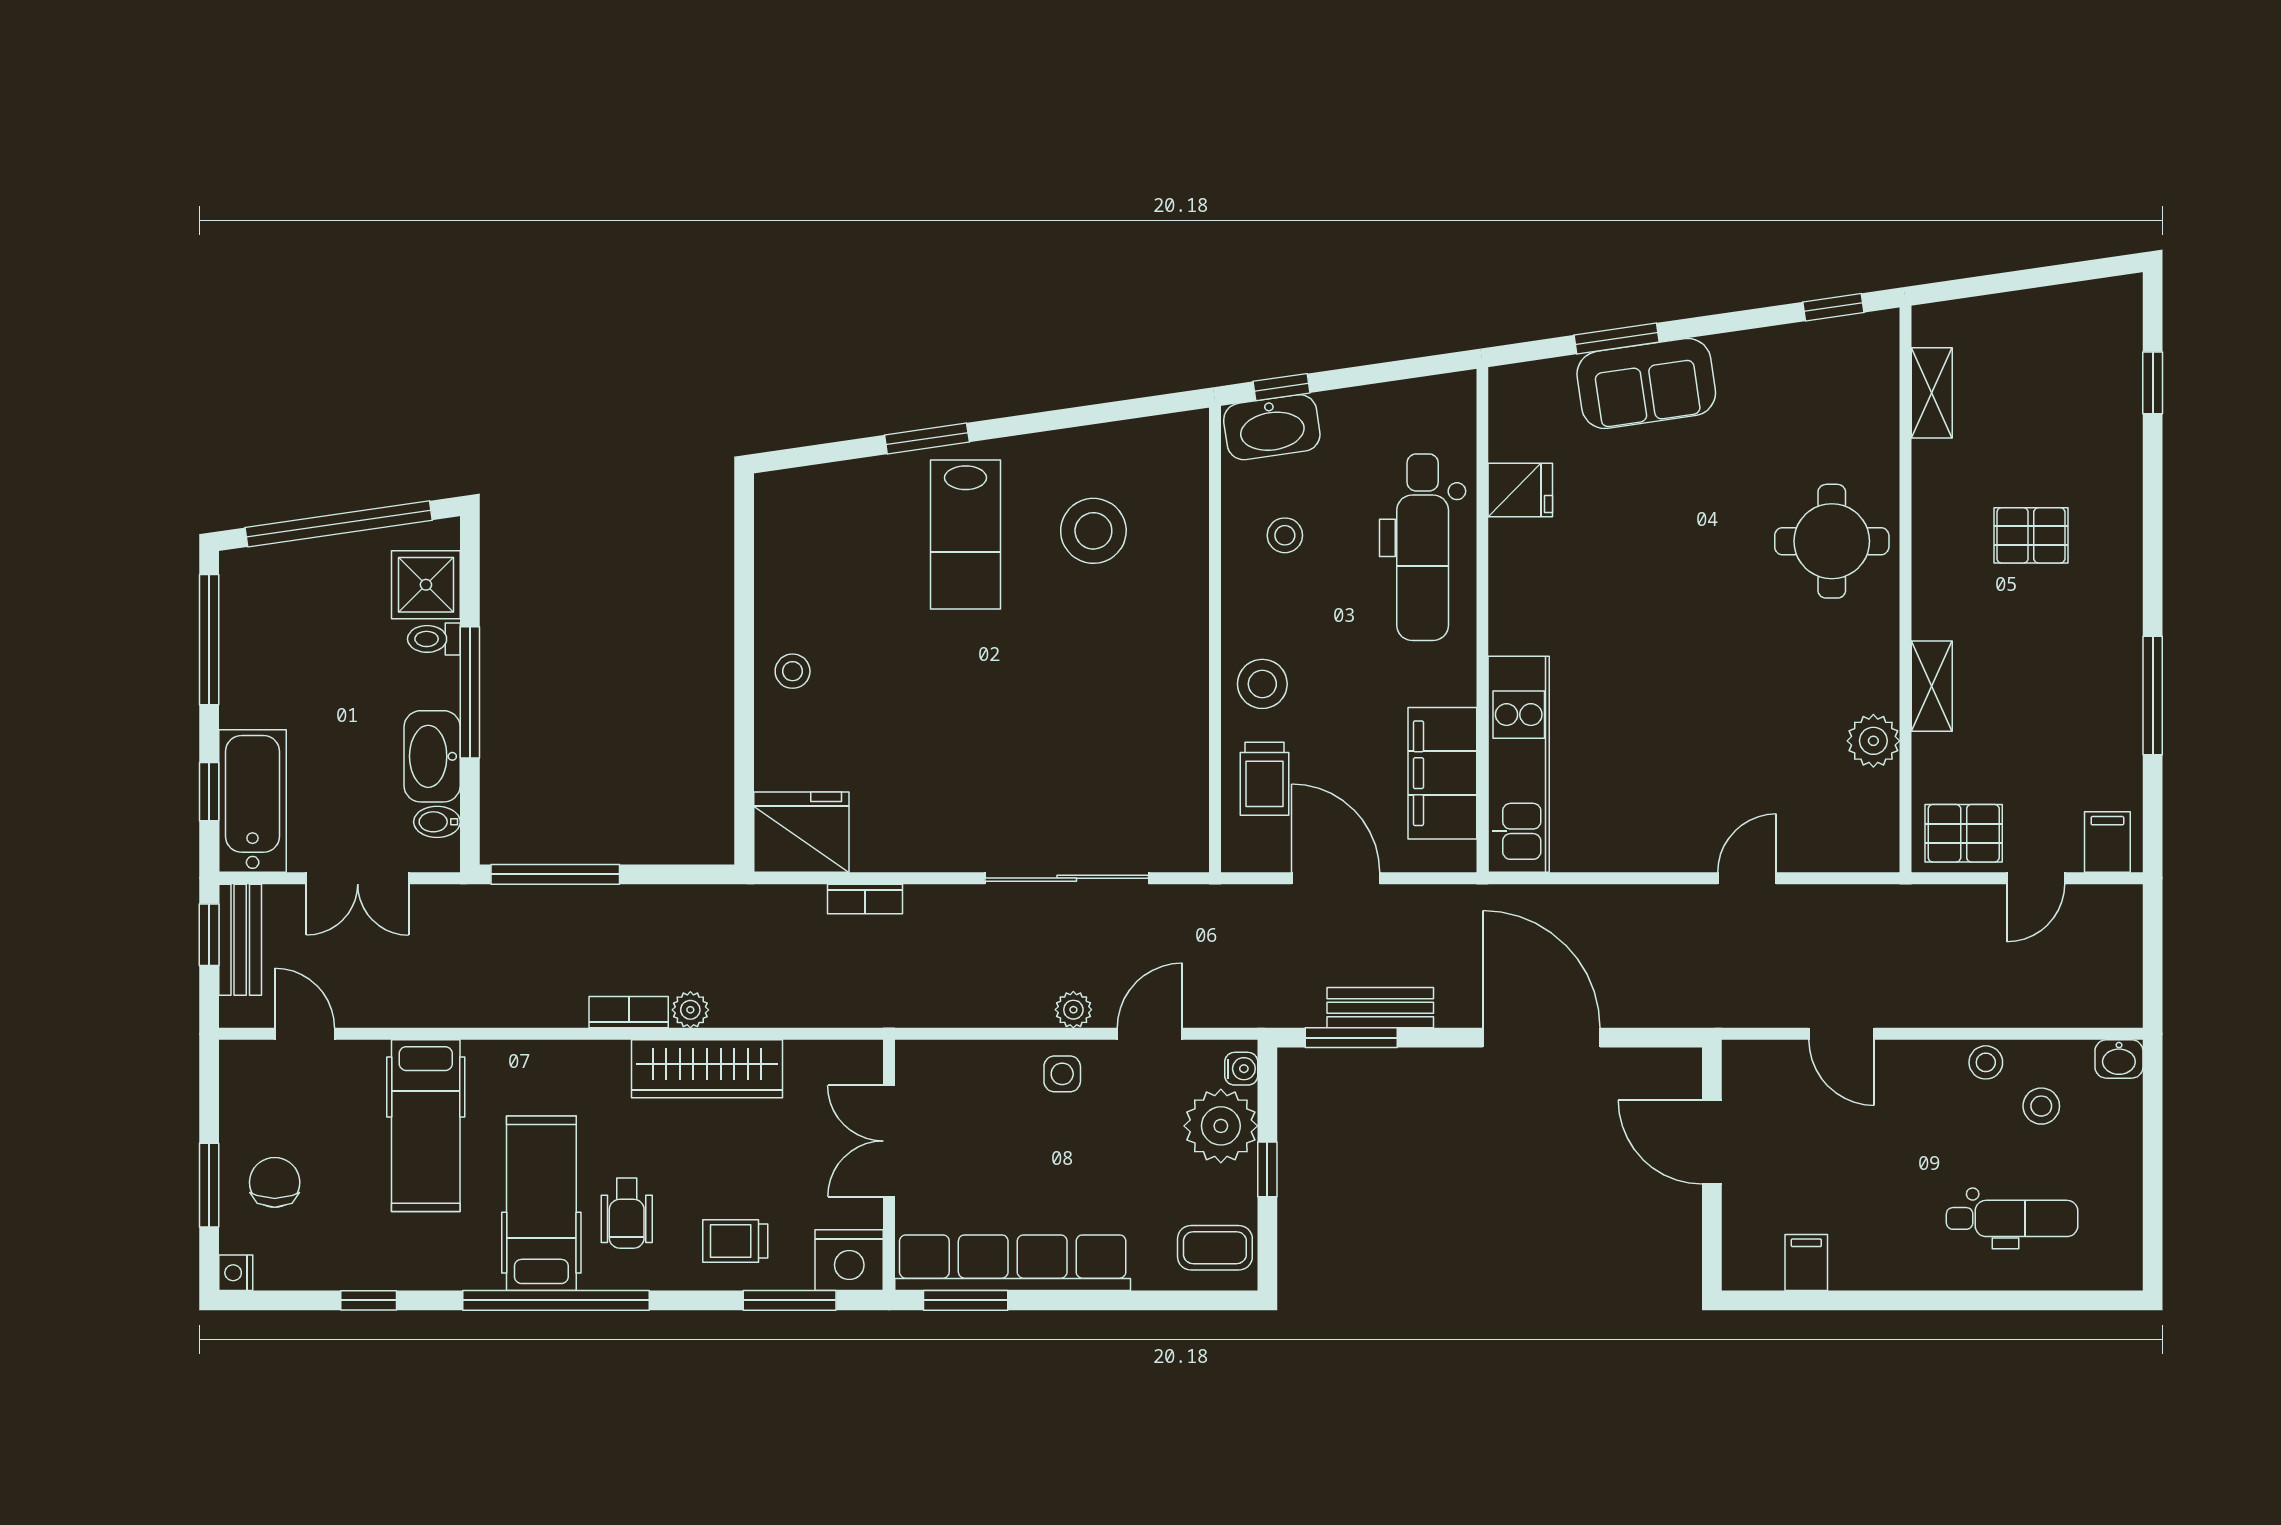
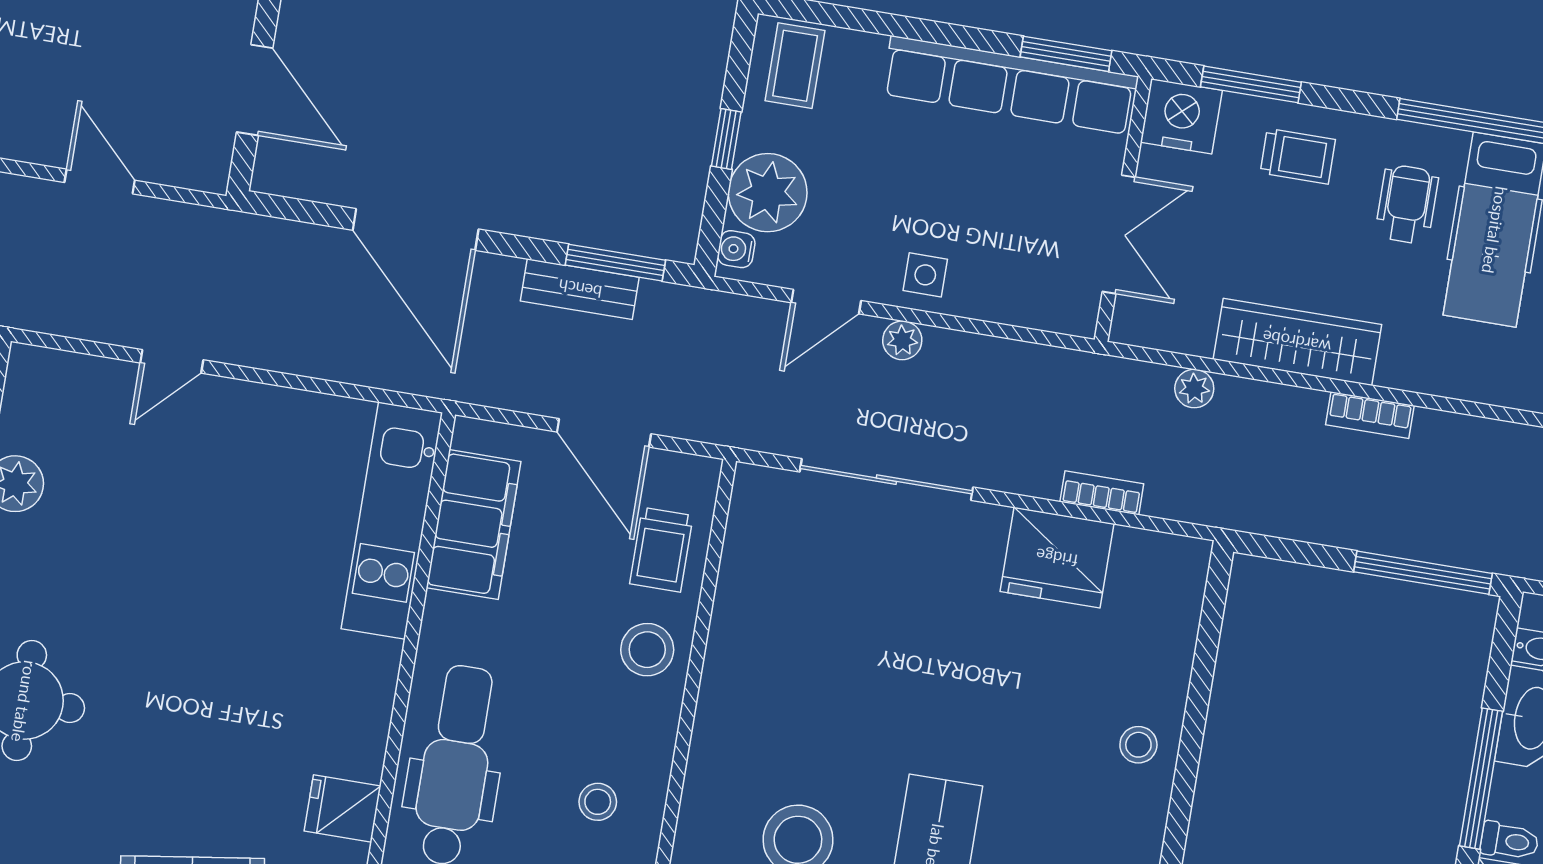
trolley: (1265, 779) -> (661, 550), turned 180
fridge: (801, 832) -> (1057, 558), moved
plant: (690, 1010) -> (1194, 389), moved
coffee table: (1215, 1248) -> (795, 66), turned 90

